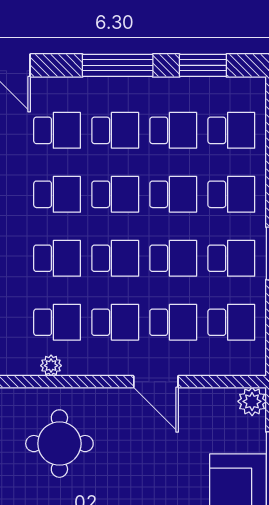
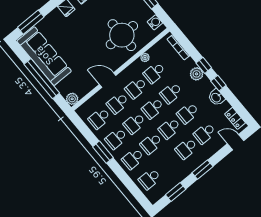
window: (118, 65) -> (203, 170), width x0.69
school desk: (173, 130) -> (168, 164), removed
round table: (59, 444) -> (122, 35), width x1.36, depth x1.36

